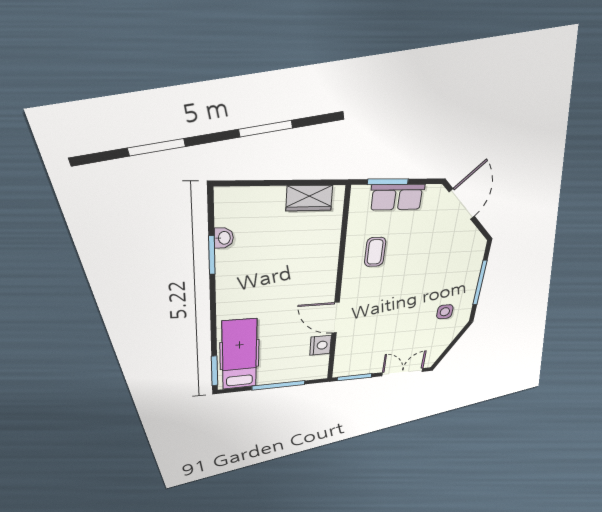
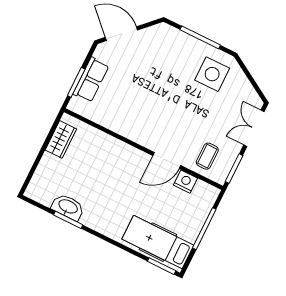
washbasin: (224, 238) -> (68, 207), width x1.91, depth x1.45
coffee table: (375, 252) -> (207, 156), moved, turned 90
side table: (445, 312) -> (212, 74), width x1.87, depth x1.87

